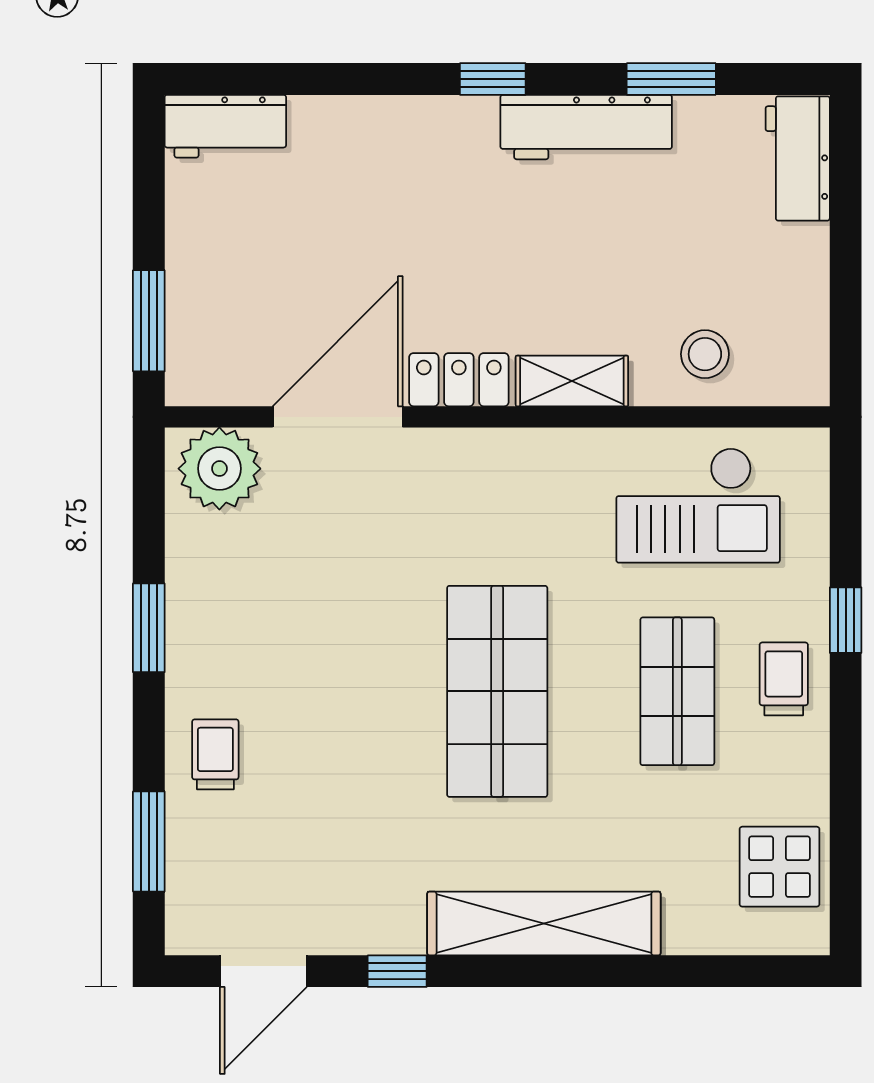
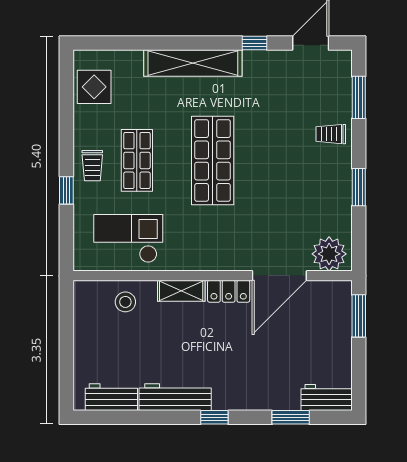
window: (671, 79) -> (291, 417), moved
workbench: (798, 158) -> (111, 397), moved, turned -90
trolley: (215, 754) -> (331, 134), turned 90

